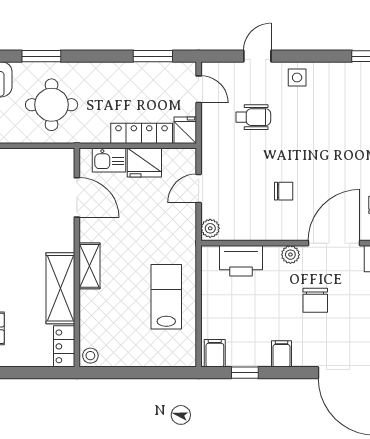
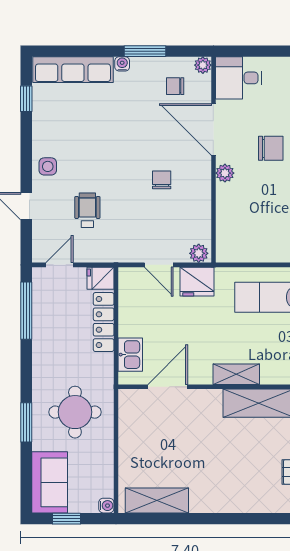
window: (153, 56) -> (26, 311), width x1.44
fridge: (144, 162) -> (197, 282), moved, turned 90
printer: (241, 261) -> (231, 223), removed

